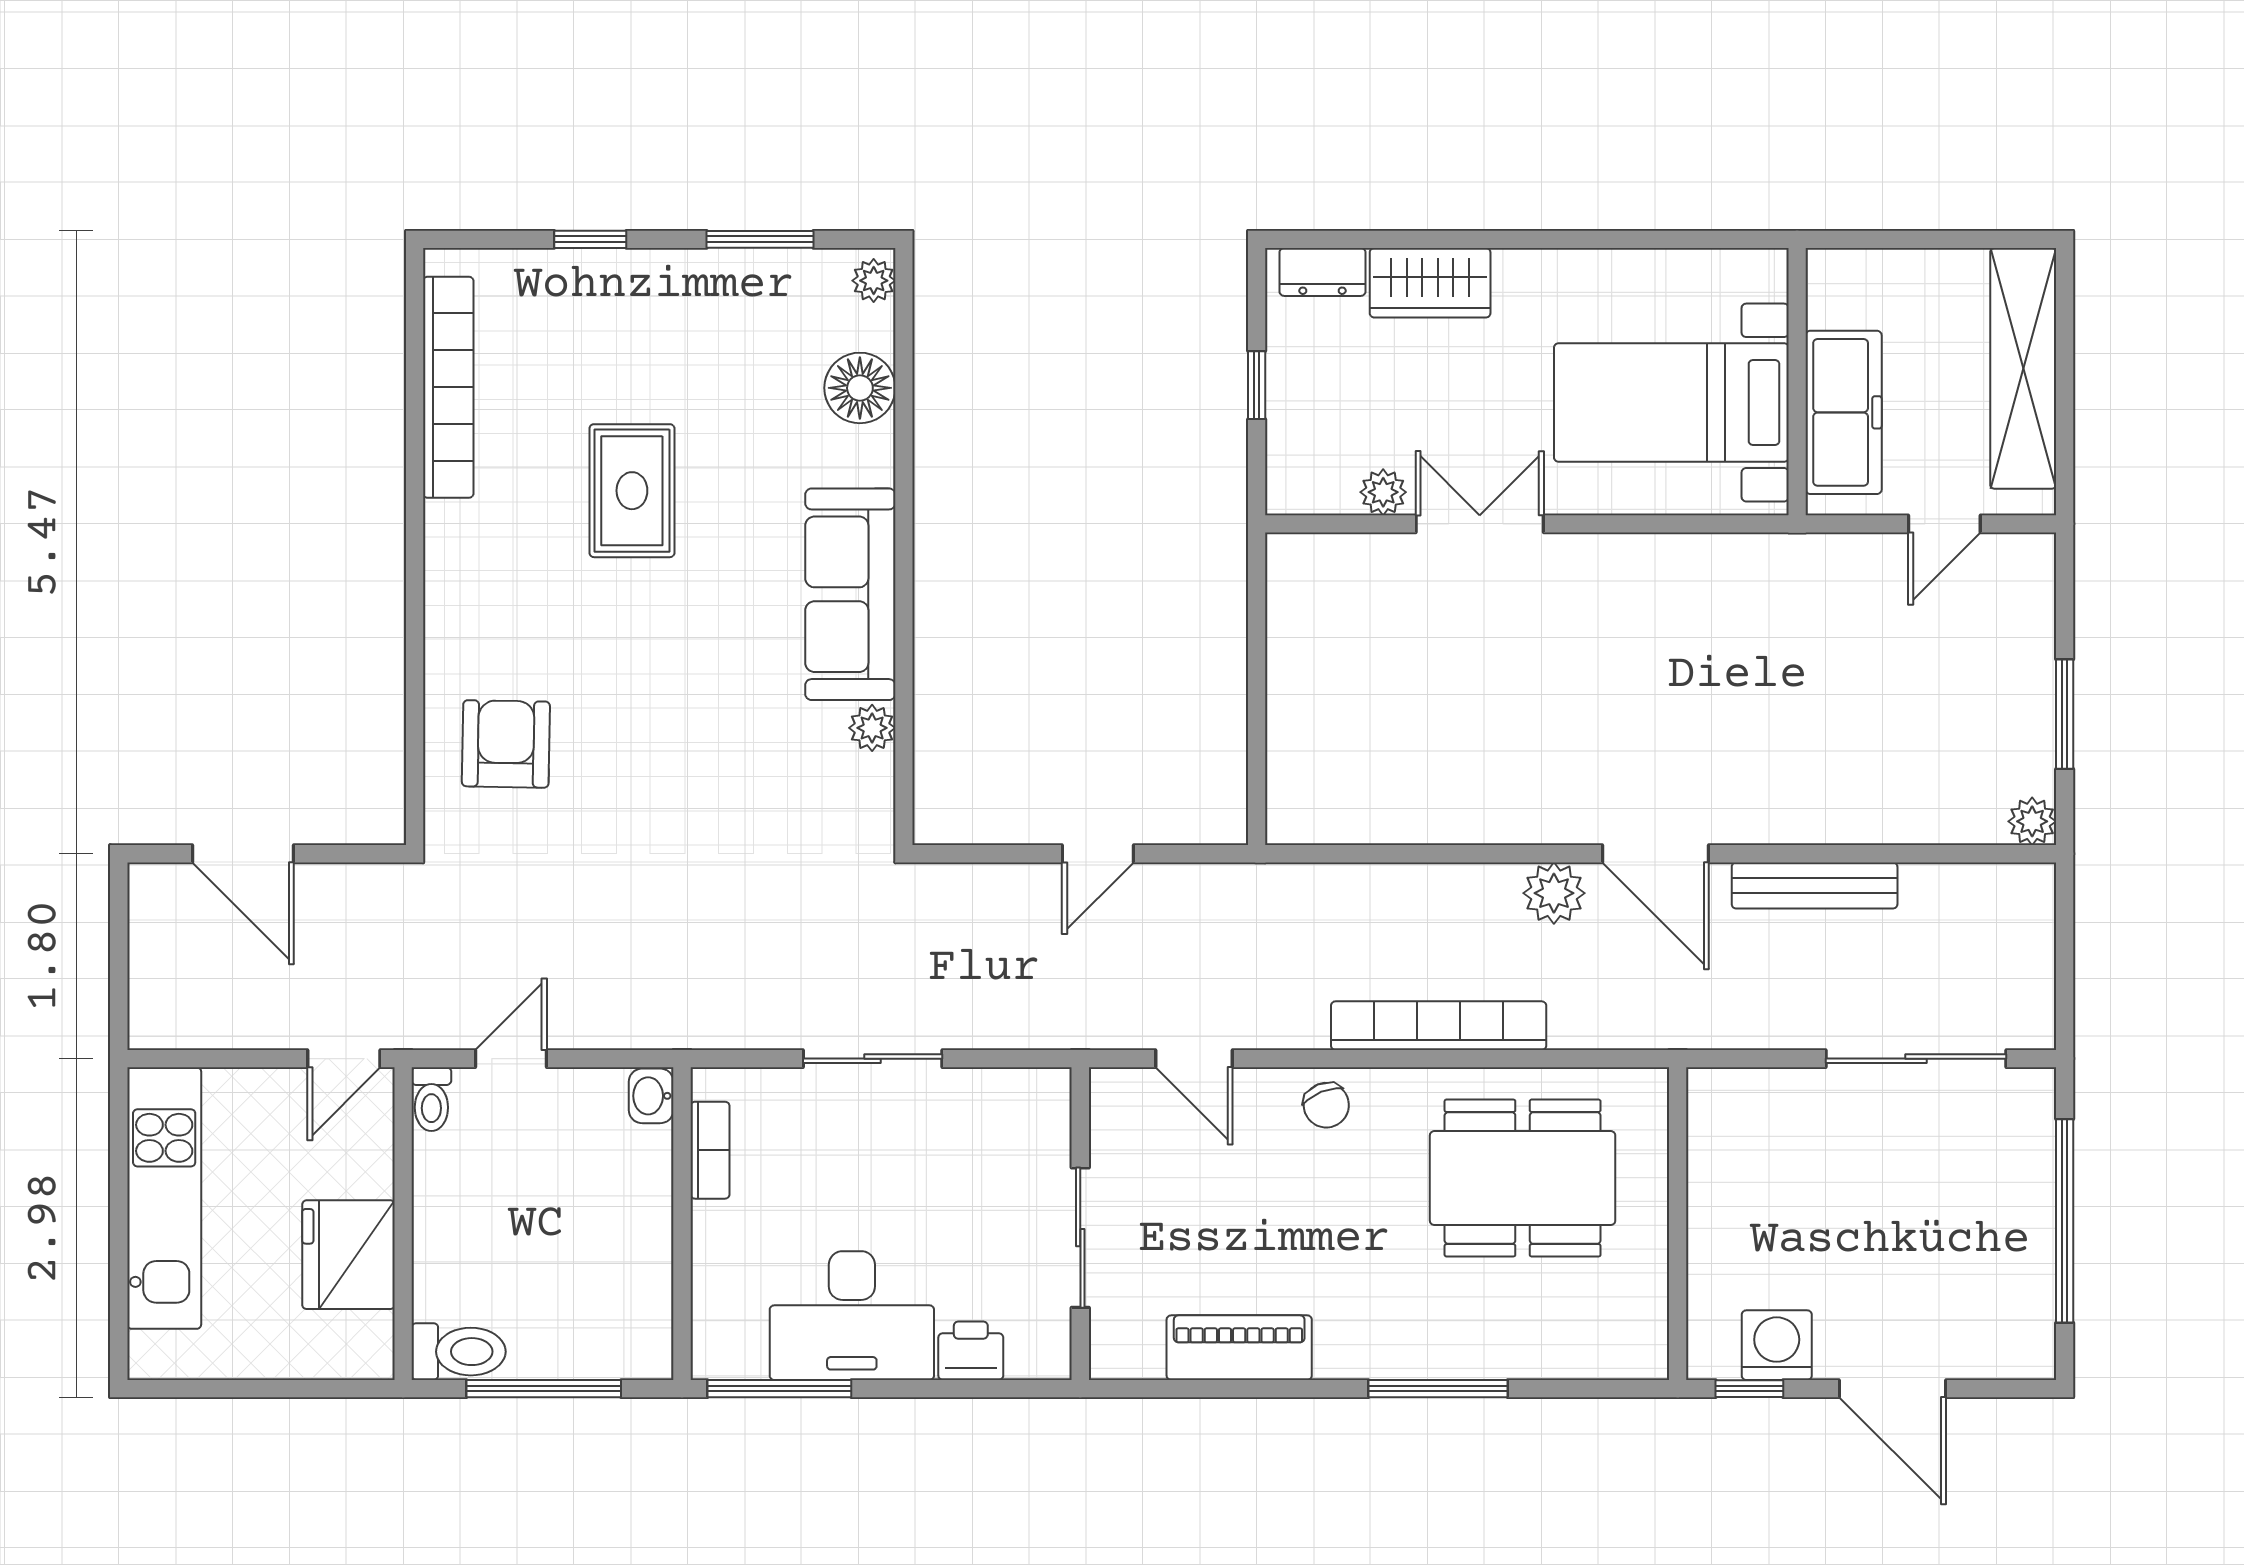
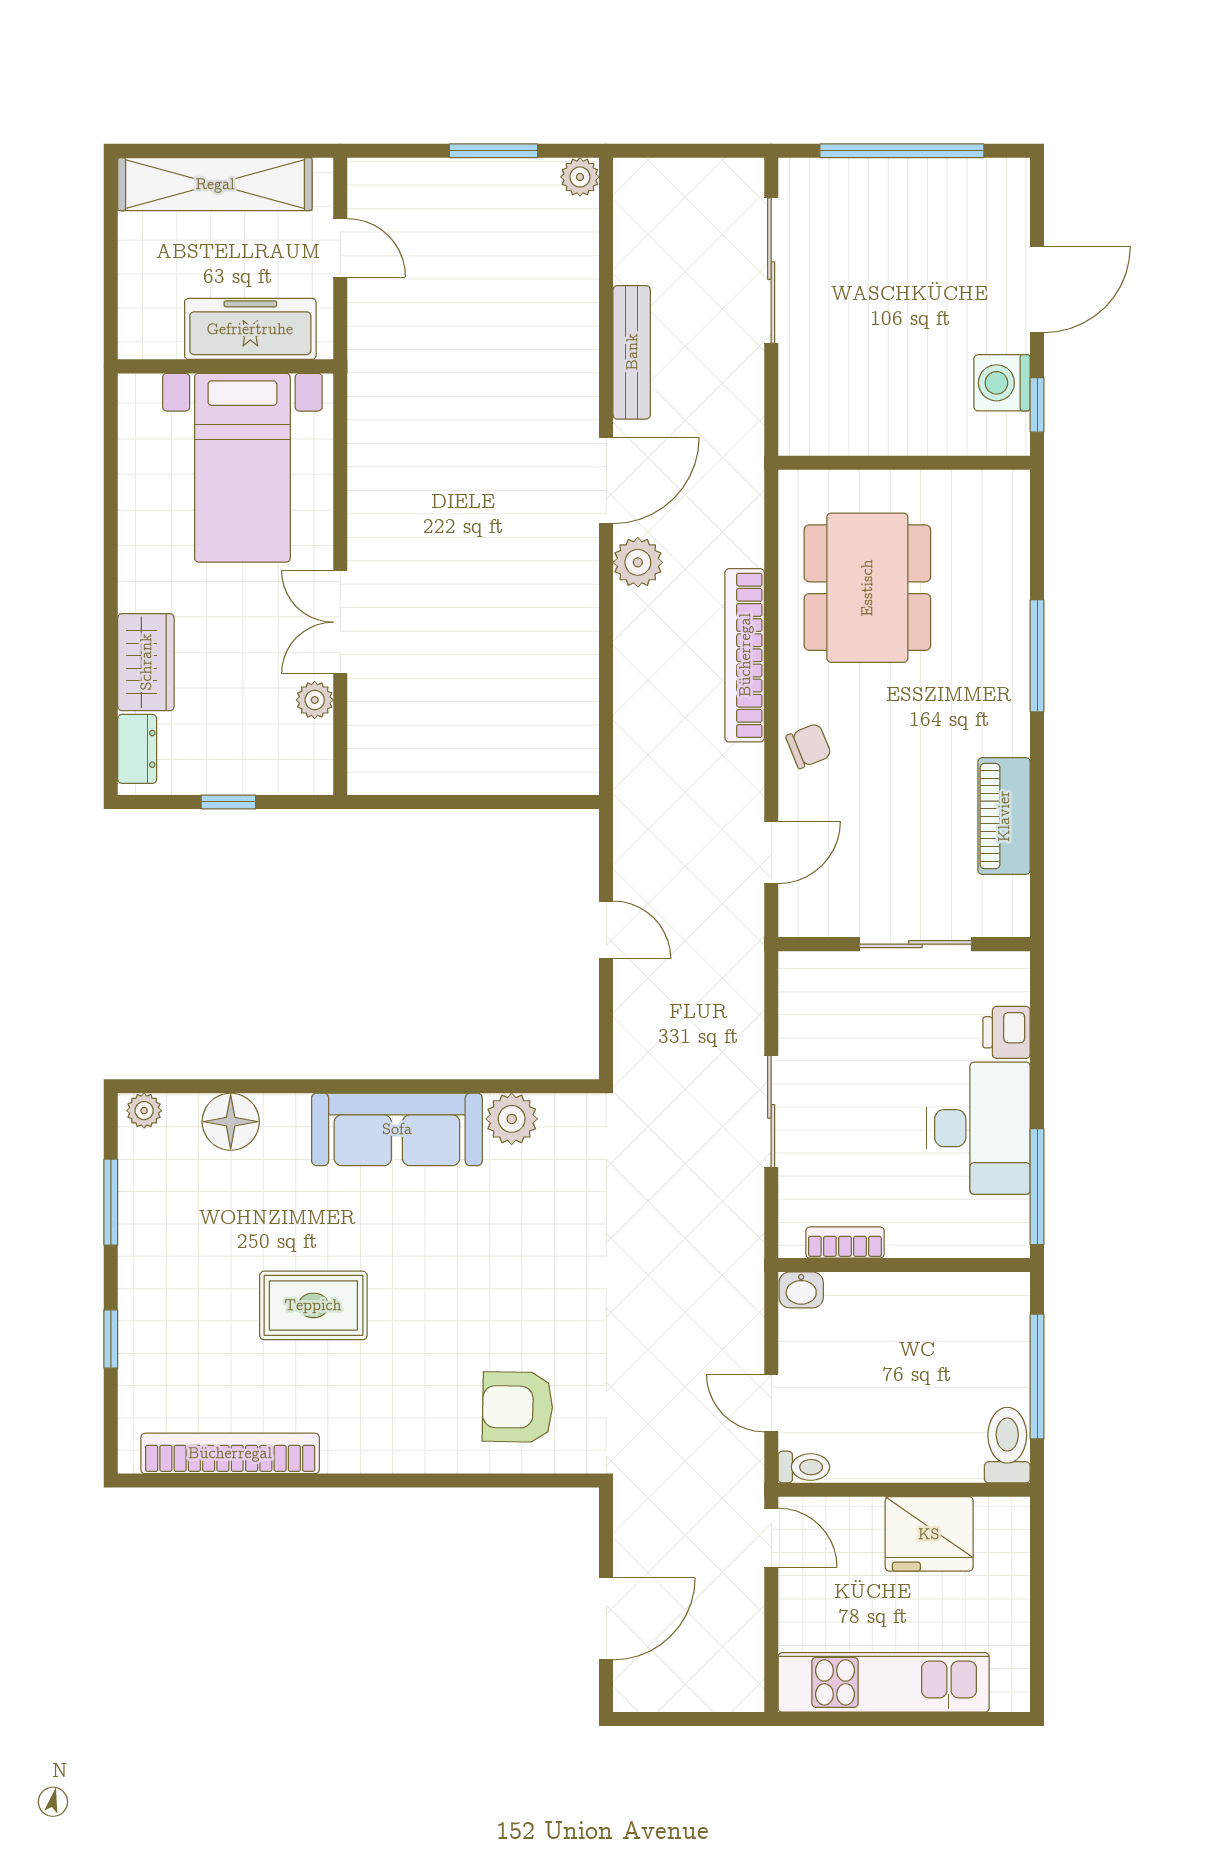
plant: (872, 728) -> (512, 1119), width x1.38, depth x1.38

